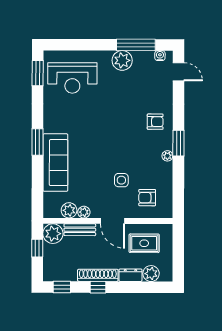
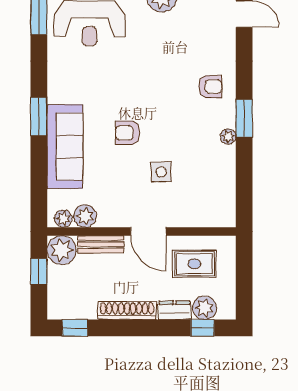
armchair: (147, 198) -> (128, 133), moved
plant: (84, 212) -> (63, 219), moved
window: (98, 287) -> (202, 328), moved

